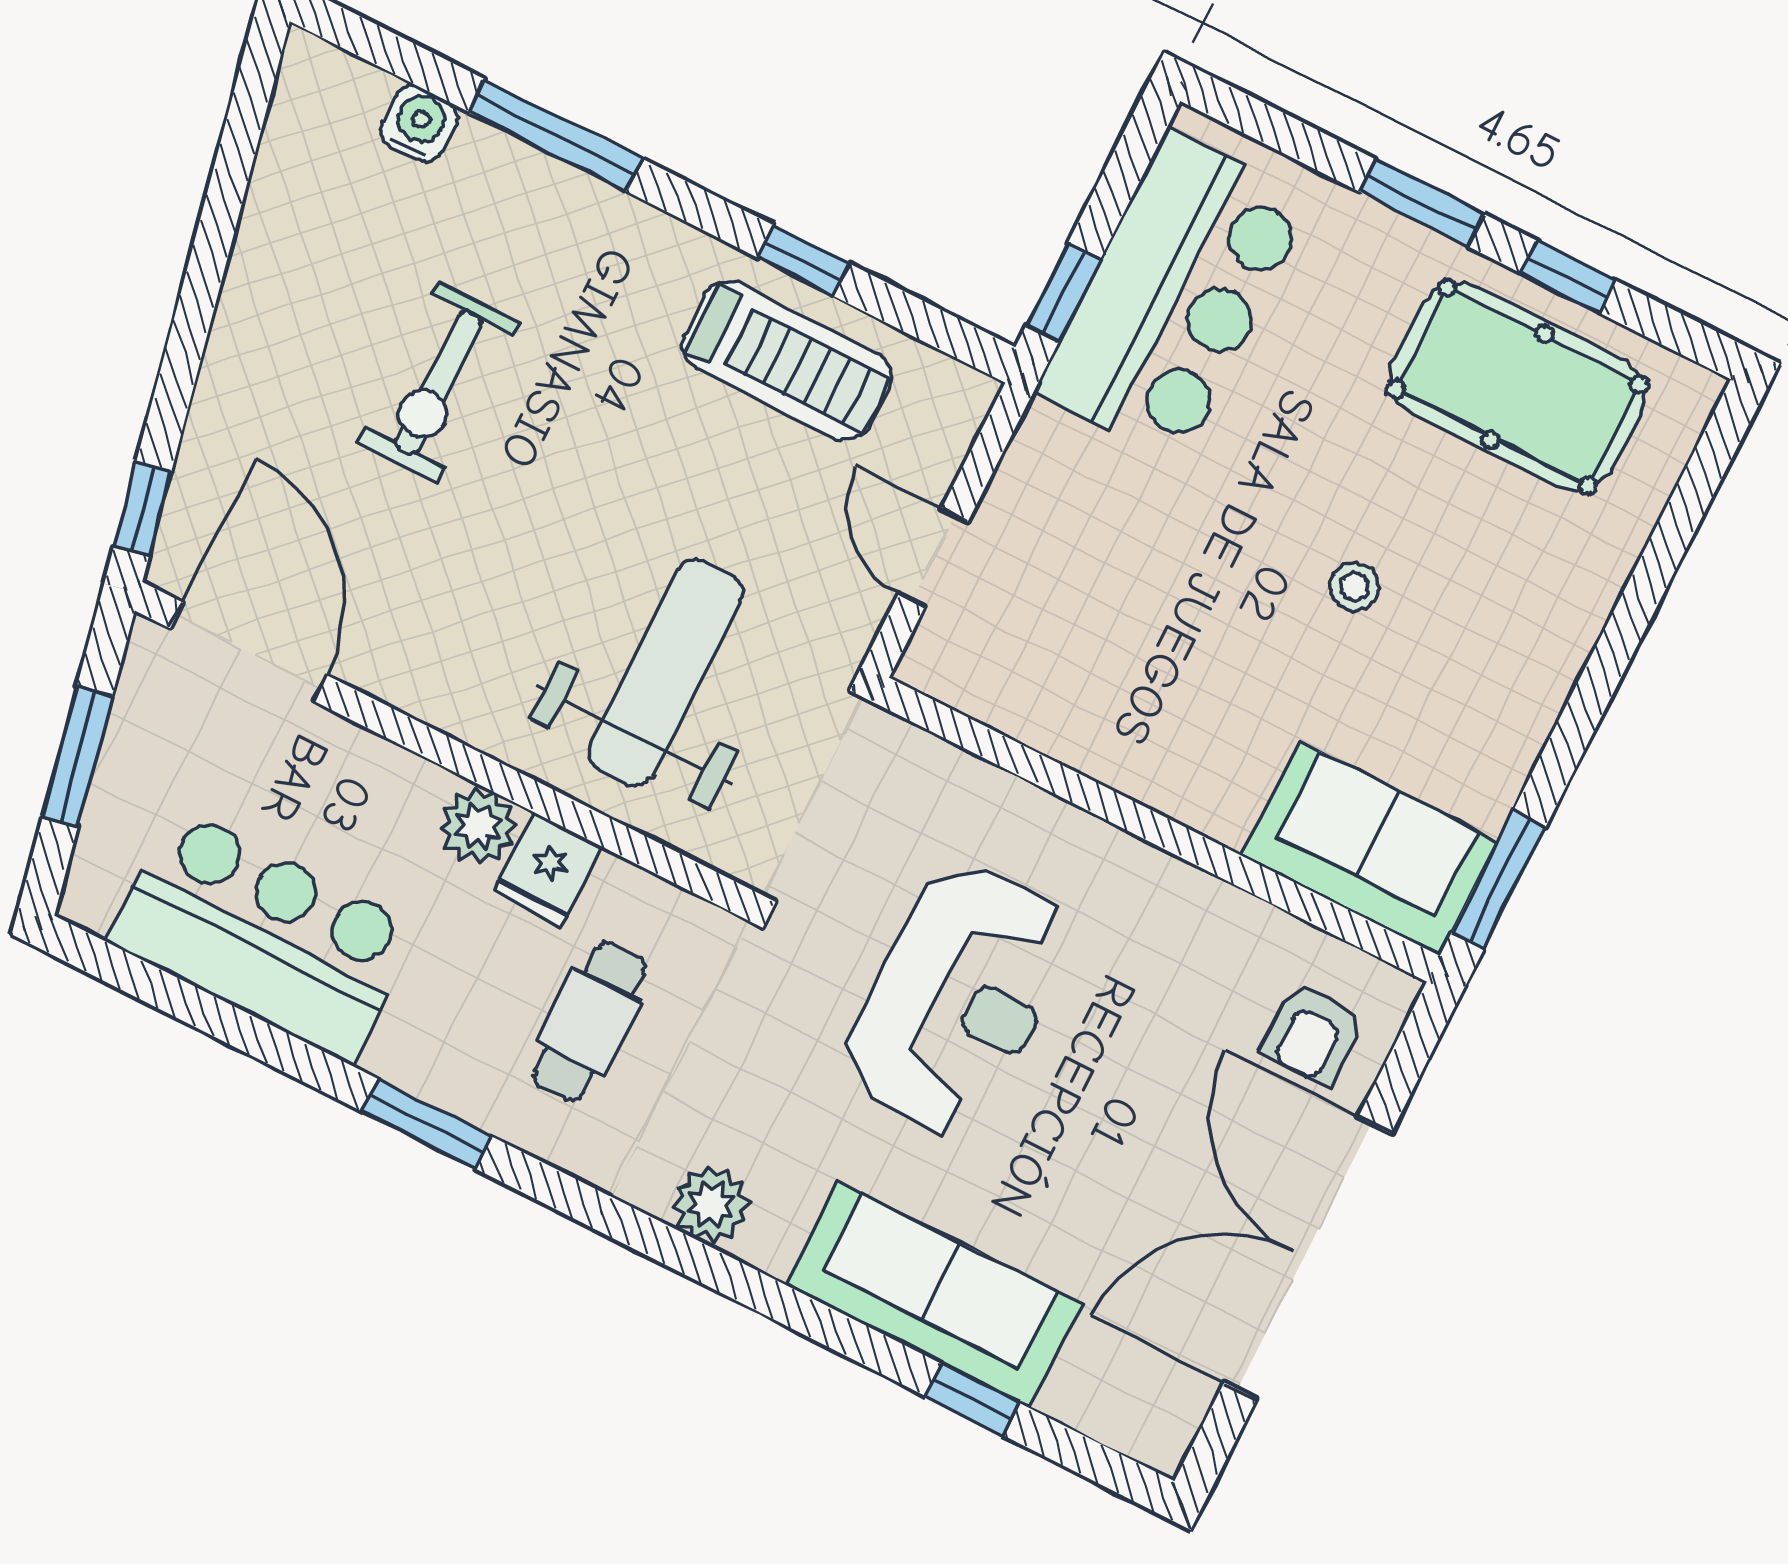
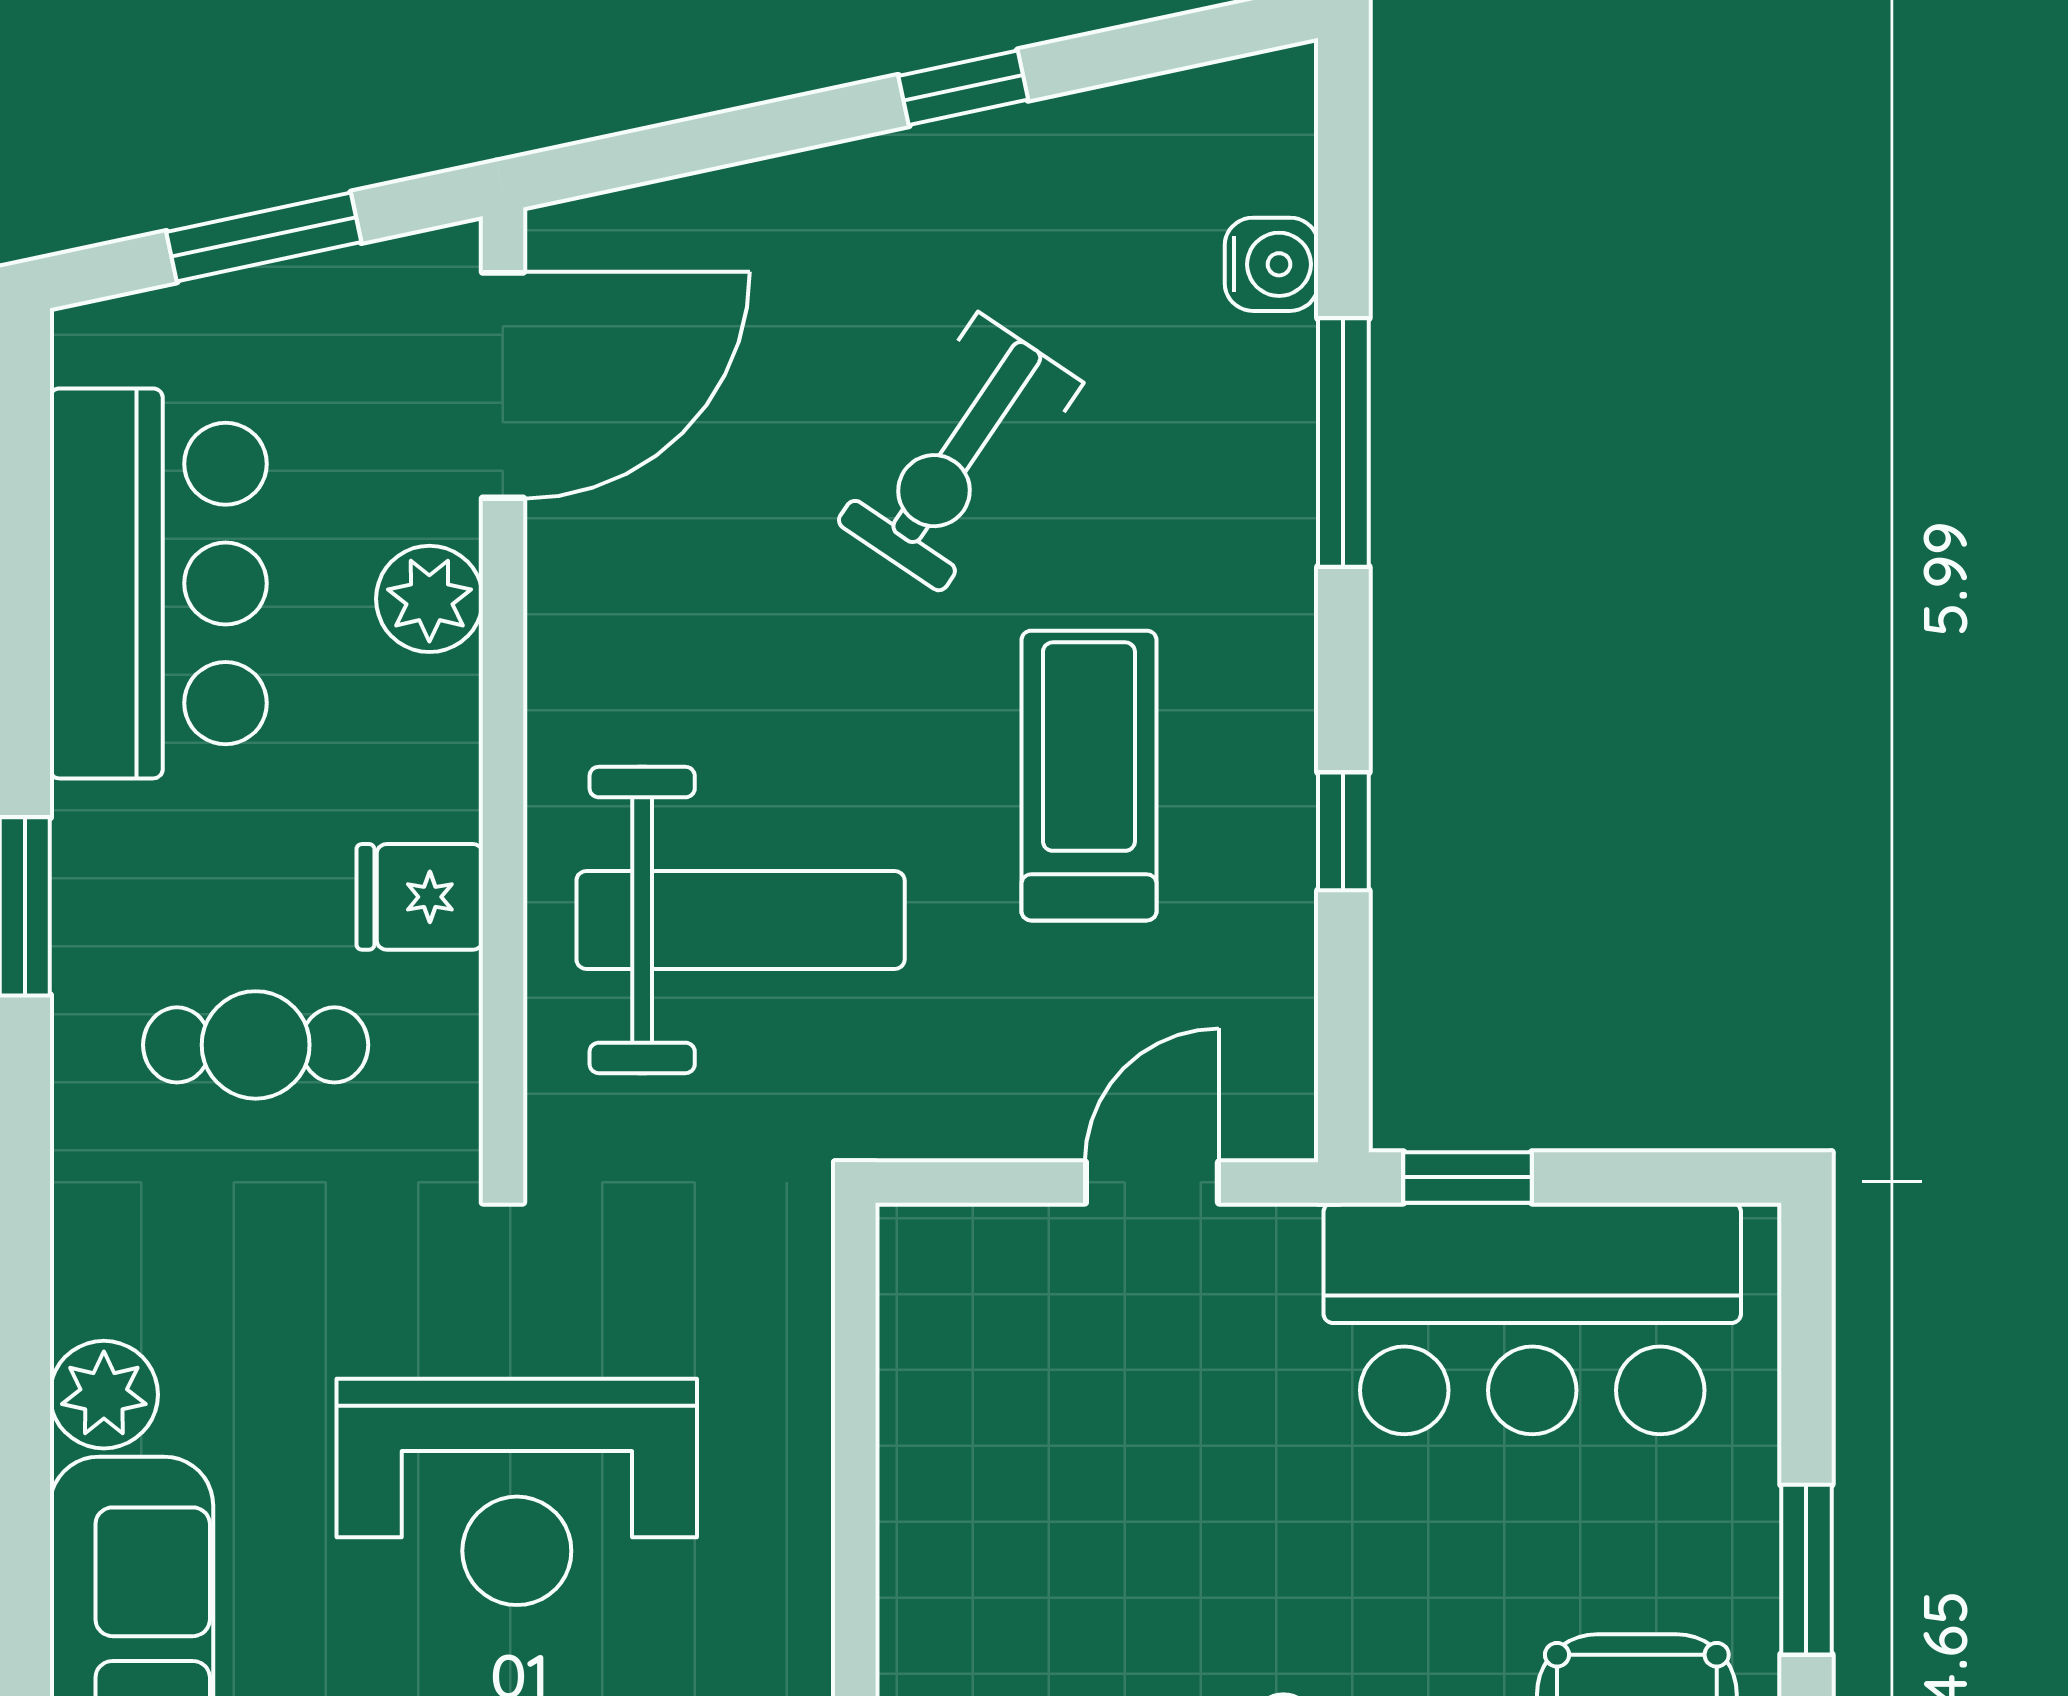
treadmill: (787, 361) -> (1089, 776), moved, turned 180
exercise bike: (438, 383) -> (960, 453), turned -56
window: (143, 509) -> (963, 88), moved
door: (933, 558) -> (1152, 1182), moved
plant: (478, 826) -> (429, 599), moved
plant: (711, 1204) -> (104, 1395), moved

